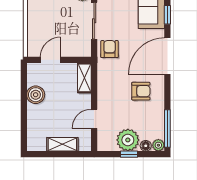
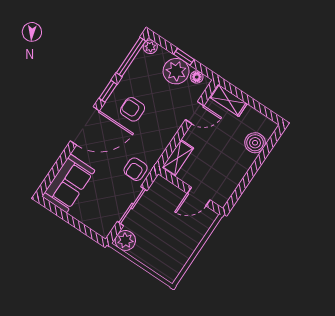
window: (167, 15) -> (108, 91), moved
boiler: (36, 95) -> (255, 143), moved
shelving: (62, 144) -> (228, 100), moved
floor lamp: (146, 146) -> (197, 77), moved

